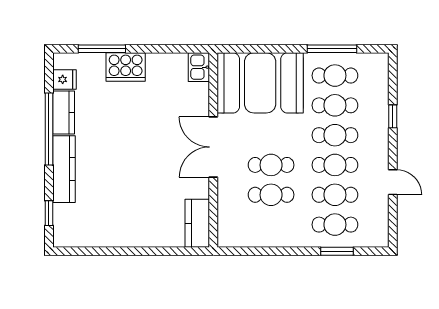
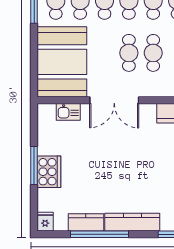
window: (102, 49) -> (34, 165), moved
kitchen sink: (199, 67) -> (68, 112), moved
fridge: (64, 79) -> (45, 222), moved

